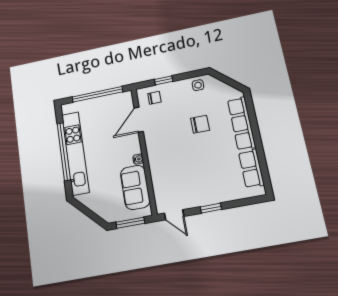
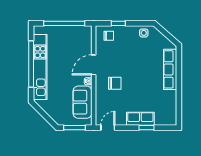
door: (139, 120) -> (94, 65), moved
chair: (200, 124) -> (115, 83), moved
row of seats: (251, 169) -> (140, 119), moved, turned 90
window: (211, 208) -> (147, 128), moved
door: (174, 215) -> (108, 128), swing flipped

